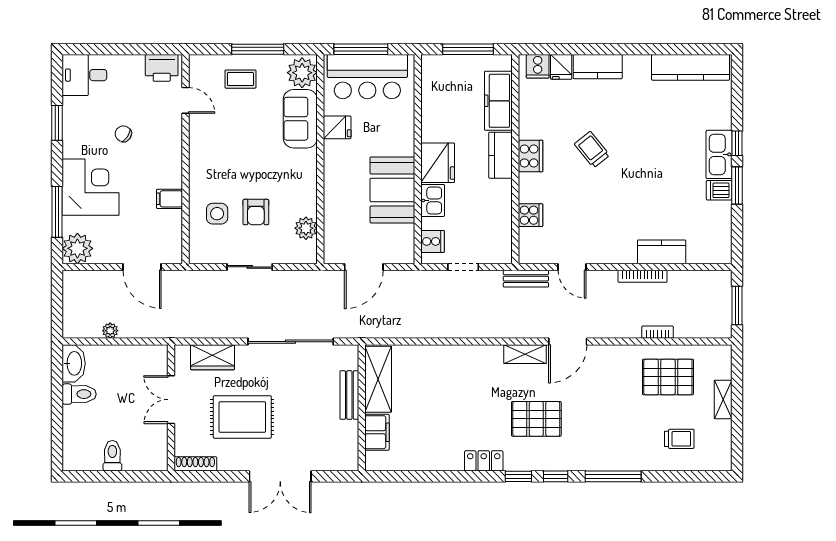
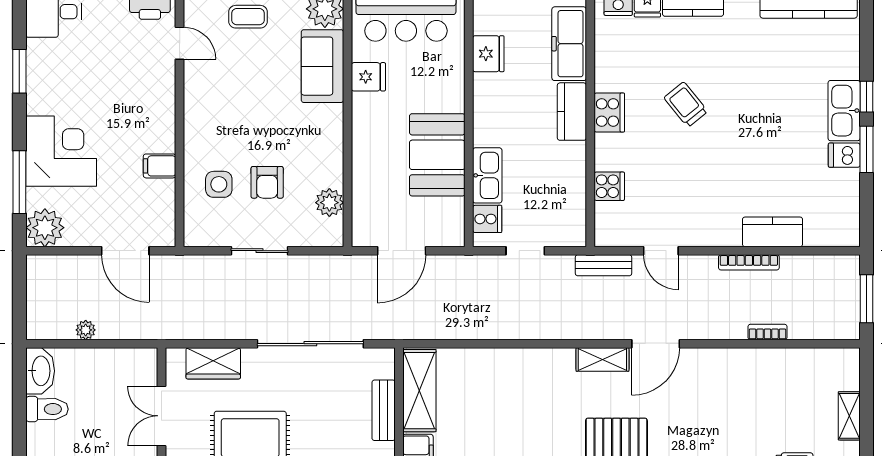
chair: (123, 134) -> (102, 85), removed
fridge: (438, 163) -> (488, 54), moved, width x0.73, depth x0.75
kitchen sink: (433, 200) -> (487, 175), width x1.38
pallet: (668, 377) -> (780, 388), removed

